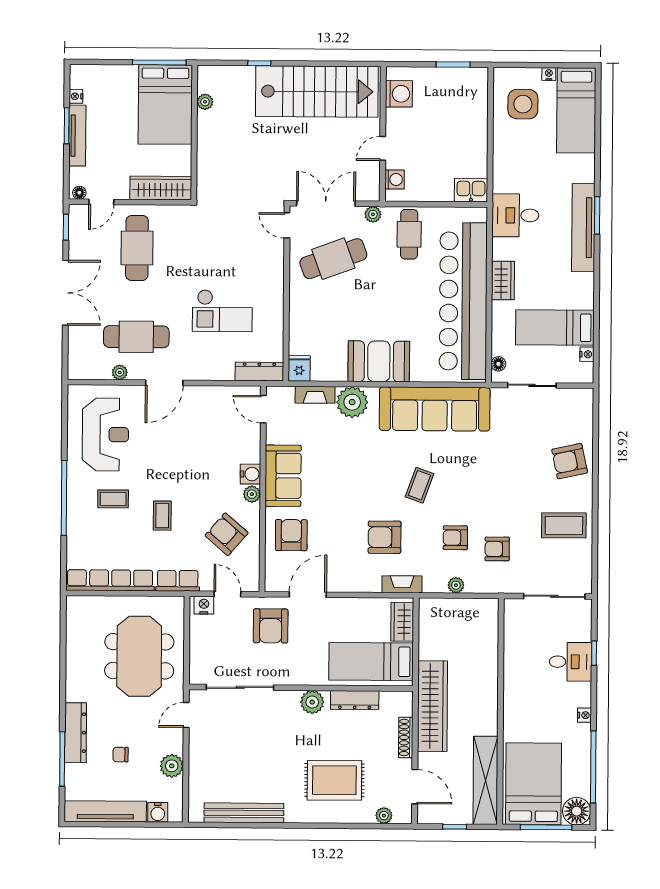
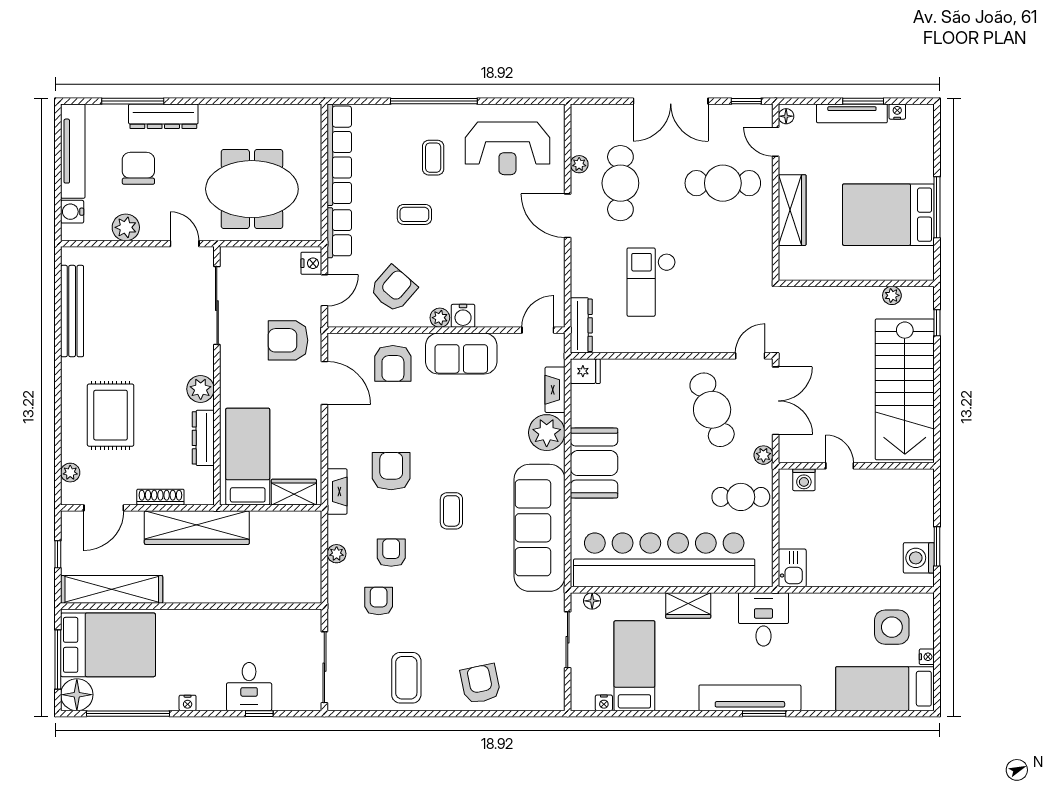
washing machine: (399, 94) -> (919, 558), moved, turned 90
plant: (205, 102) -> (892, 295), moved
wall: (194, 133) -> (856, 283), moved
coffee table: (419, 485) -> (451, 511), turned 70
armchair: (291, 535) -> (393, 363), turned 90
chair: (121, 755) -> (138, 168), width x1.87, depth x1.87

